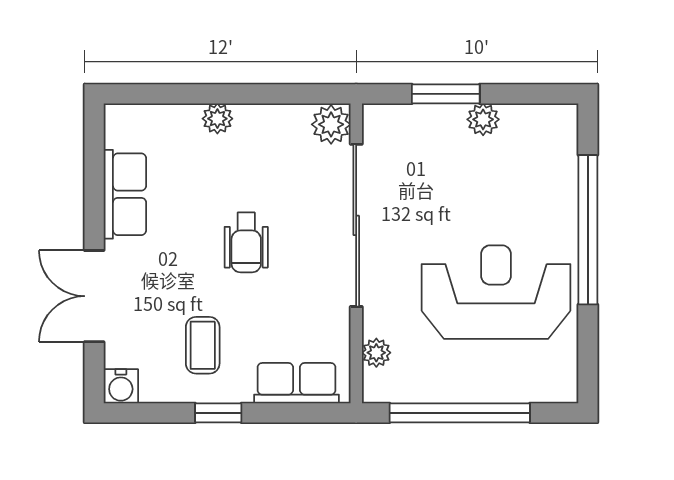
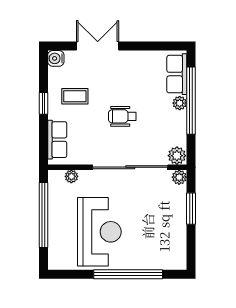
window: (212, 94) -> (191, 101), added
plant: (483, 119) -> (179, 177), moved
row of seats: (125, 194) -> (177, 74), moved, turned 90

